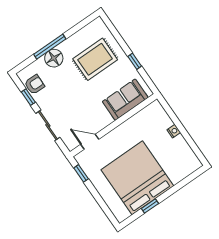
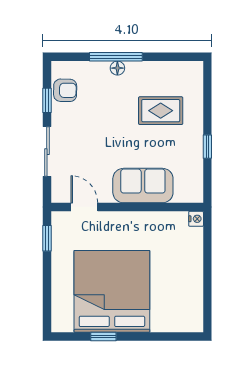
floor lamp: (54, 58) -> (117, 68), width x0.53, depth x0.53
rug: (95, 59) -> (161, 111), width x0.73, depth x0.70
sofa: (125, 100) -> (143, 186), moved
nightstand: (174, 131) -> (196, 219), moved

